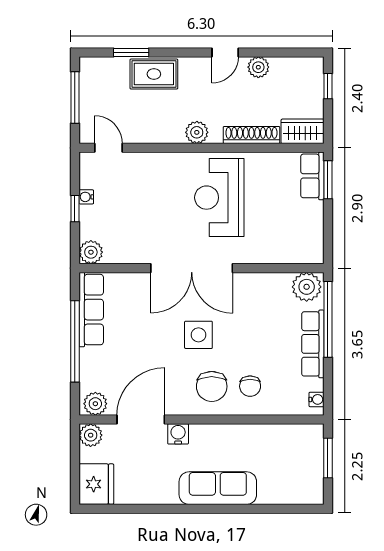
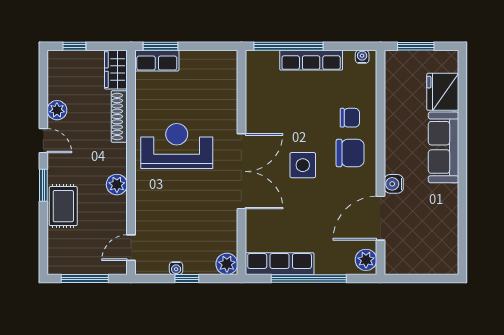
window: (131, 52) -> (43, 185), moved
plant: (197, 132) -> (117, 185), moved
reception desk: (219, 198) -> (177, 146), turned 180
plant: (307, 287) -> (259, 66), removed
door: (141, 419) -> (380, 218), hinge flipped
plant: (91, 435) -> (395, 264), removed
fridge: (96, 484) -> (443, 92), moved, turned -90

